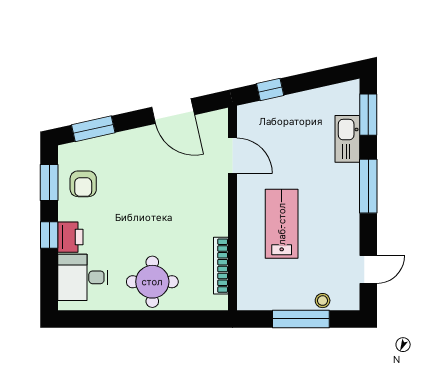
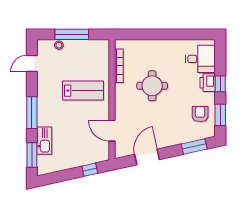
door: (173, 111) -> (147, 157), hinge flipped
lab bench: (282, 224) -> (83, 91), turned -90
round table: (152, 282) -> (152, 86), moved

